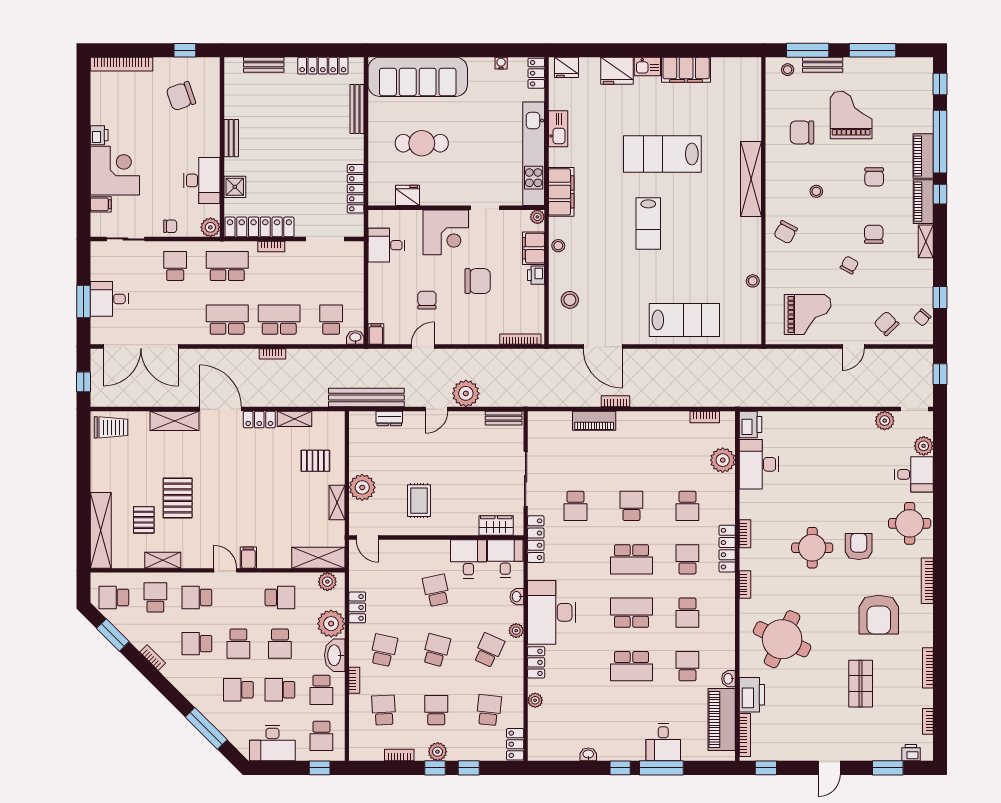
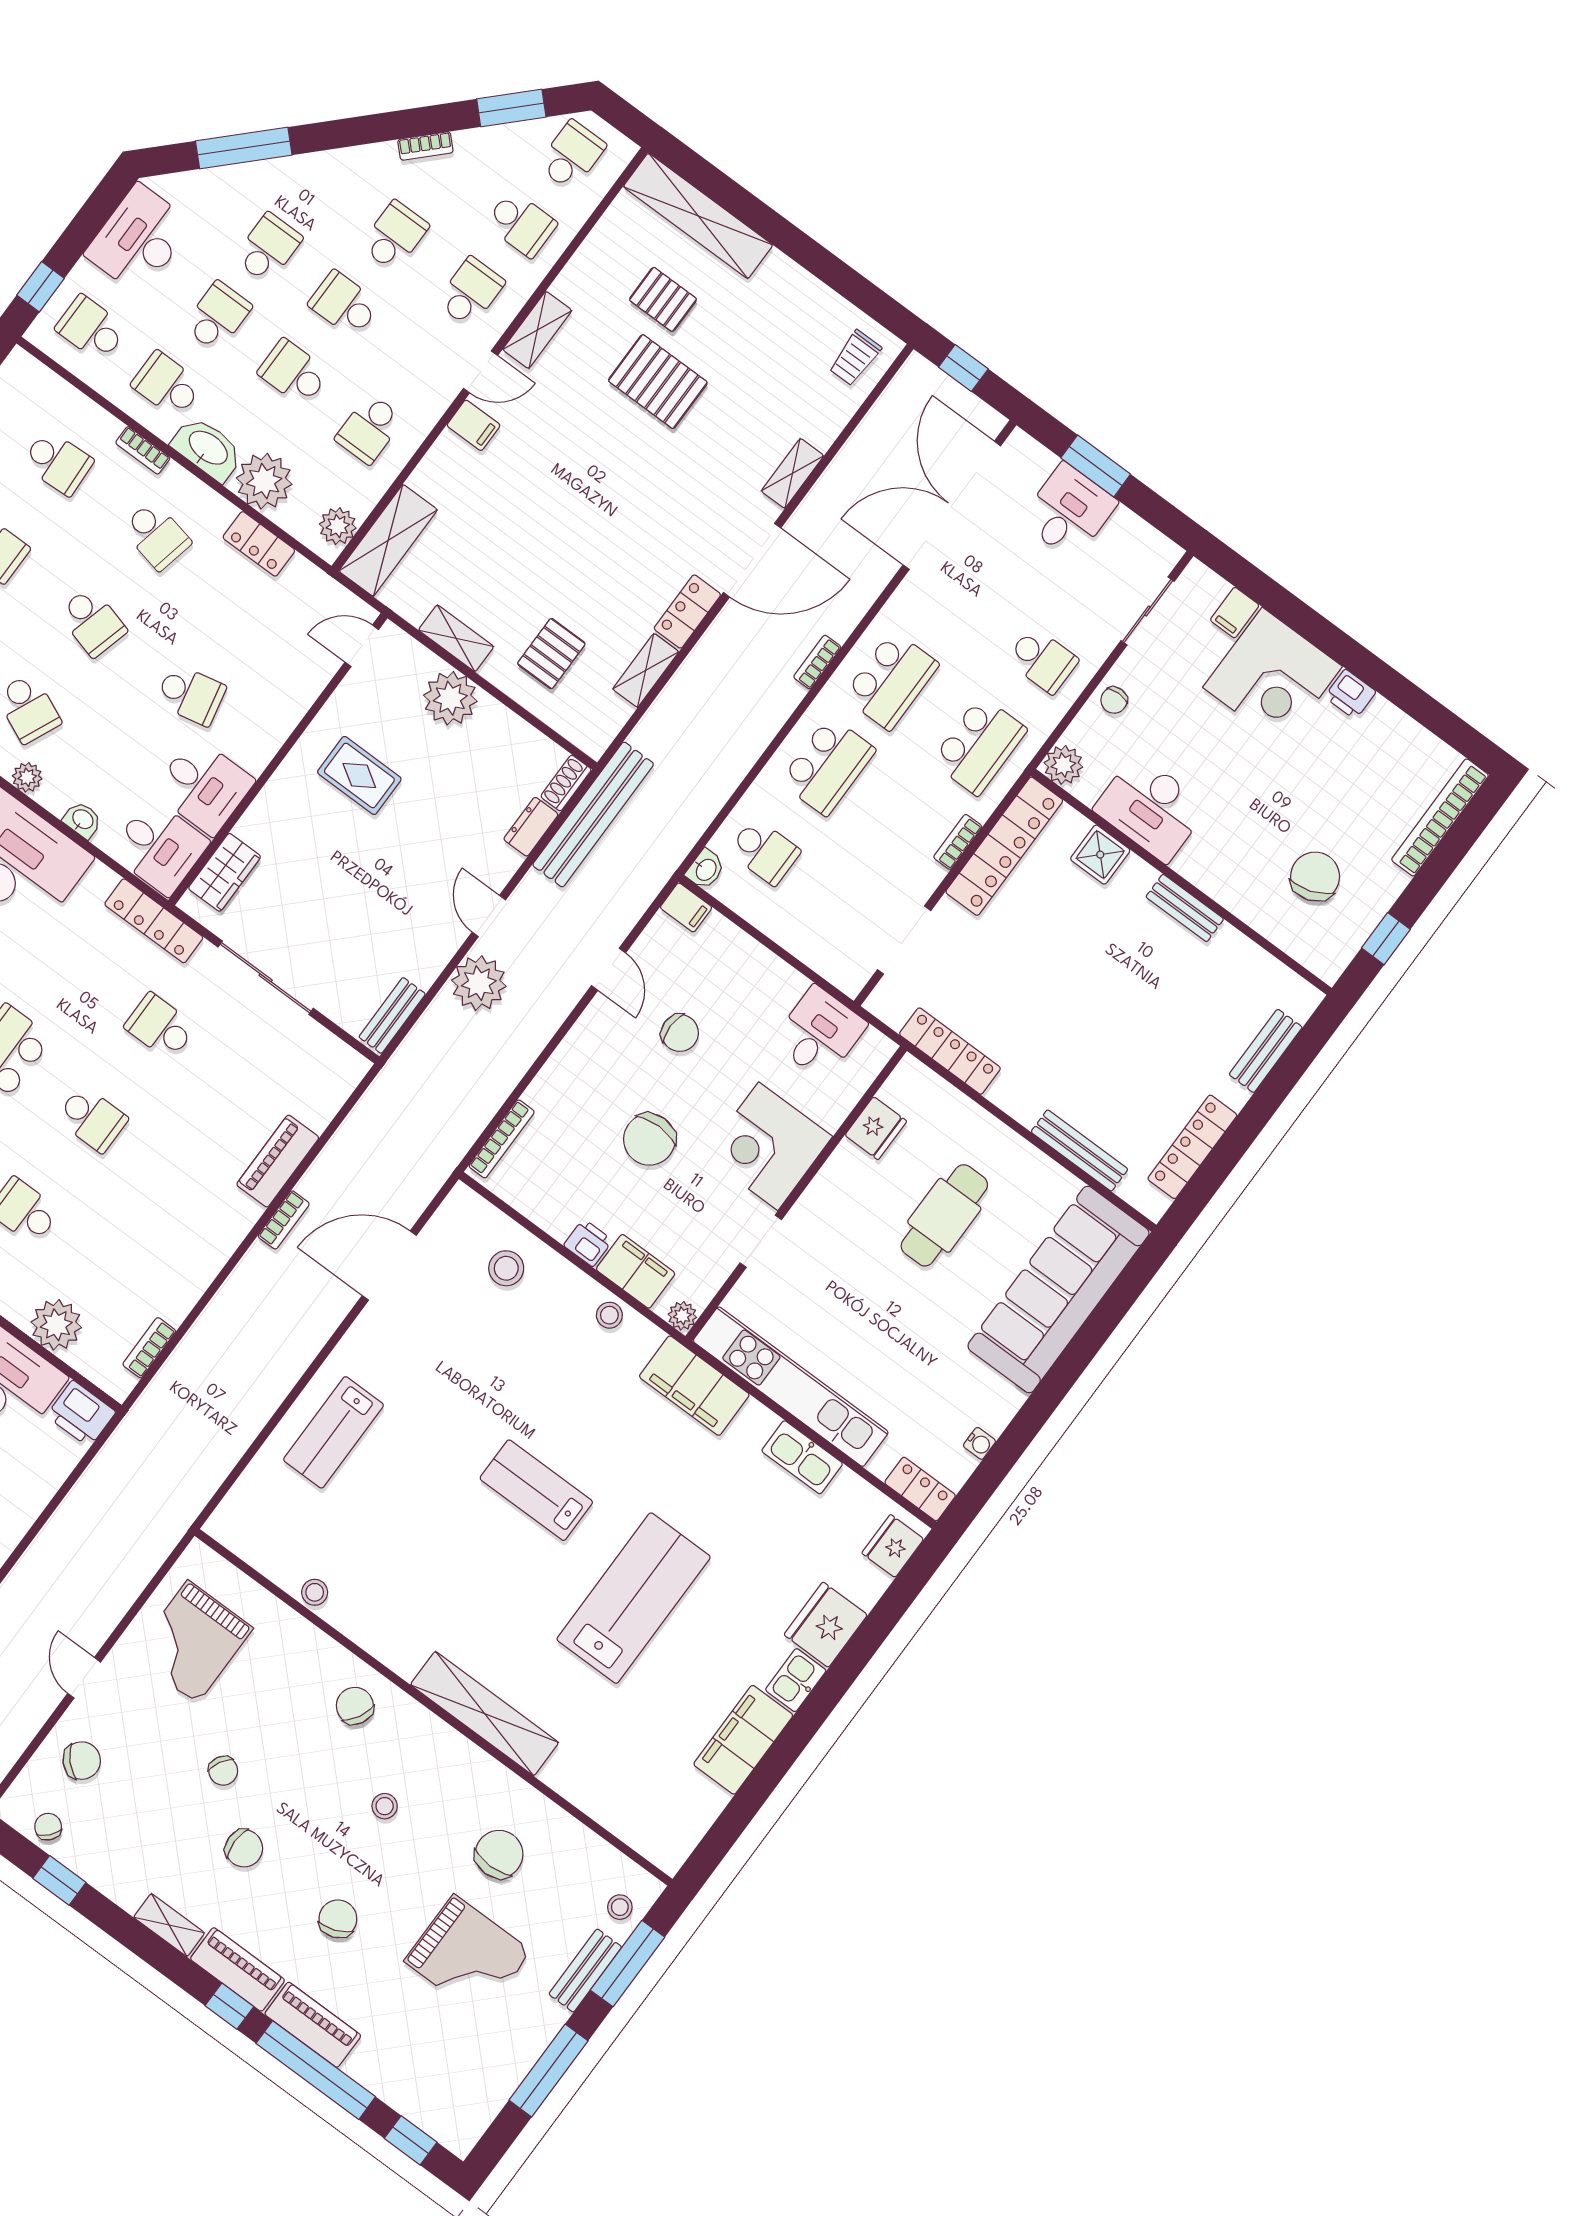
chair: (874, 177) -> (338, 1919), turned 69
lab bench: (684, 320) -> (333, 1432), width x0.73, depth x0.72
bookcase: (273, 354) -> (817, 662), moved
shoe rack: (362, 417) -> (566, 783), added
shelving: (175, 421) -> (792, 473), width x0.67, depth x0.75
trolley: (111, 427) -> (855, 358), width x0.73, depth x0.72
shelving: (163, 560) -> (537, 330), moved

